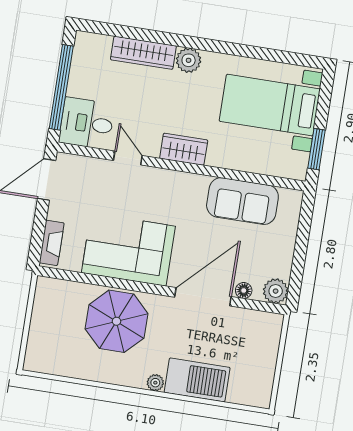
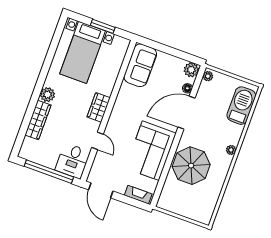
window: (316, 149) -> (103, 26), moved
door: (128, 158) -> (97, 141), swing flipped
sofa: (242, 201) -> (140, 65), moved
door: (203, 297) -> (186, 113), hinge flipped
plant: (270, 321) -> (208, 76), added
barbecue: (197, 380) -> (241, 106), moved

